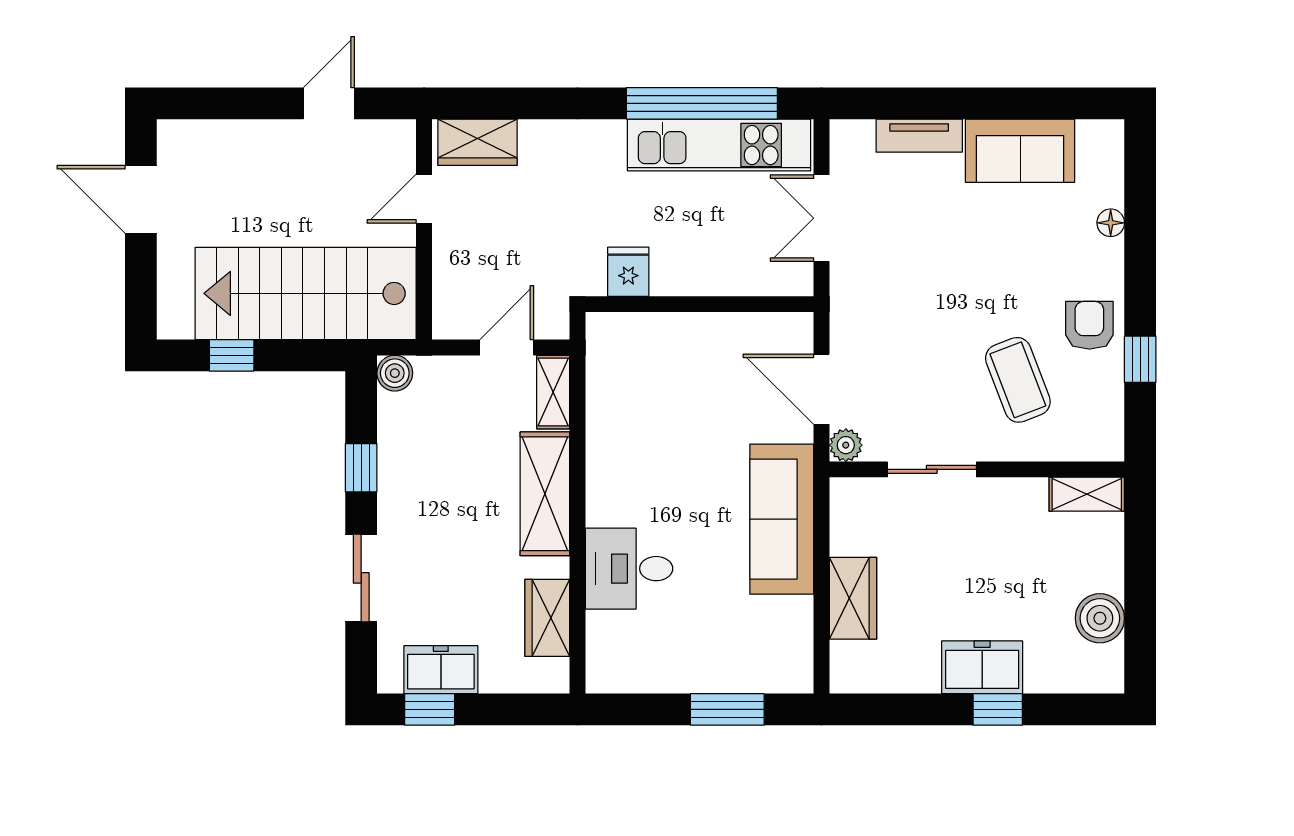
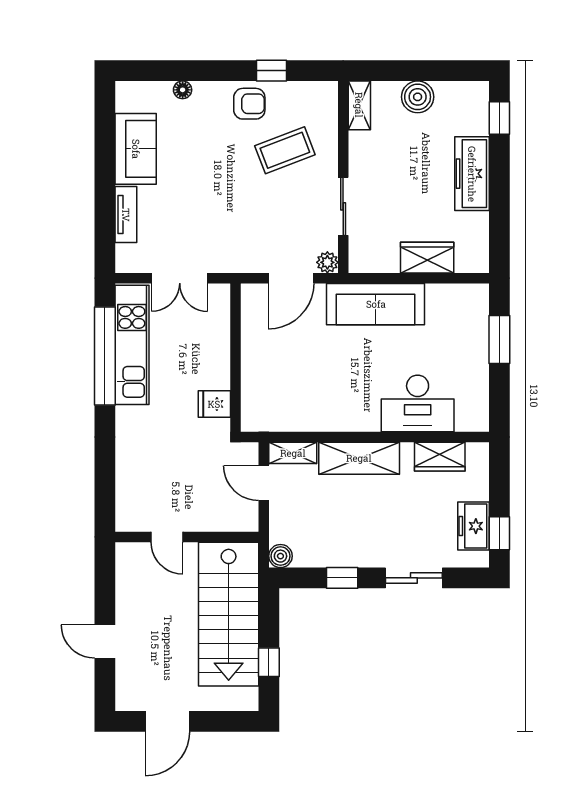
door: (329, 103) -> (105, 641), moved
wardrobe: (478, 142) -> (130, 502), removed
armchair: (1089, 325) -> (249, 104), turned 180
desk: (629, 569) -> (418, 403), width x1.37
boiler: (1100, 618) -> (418, 97), moved
freezer: (982, 667) -> (472, 174), width x1.40
window: (998, 709) -> (499, 118), moved

